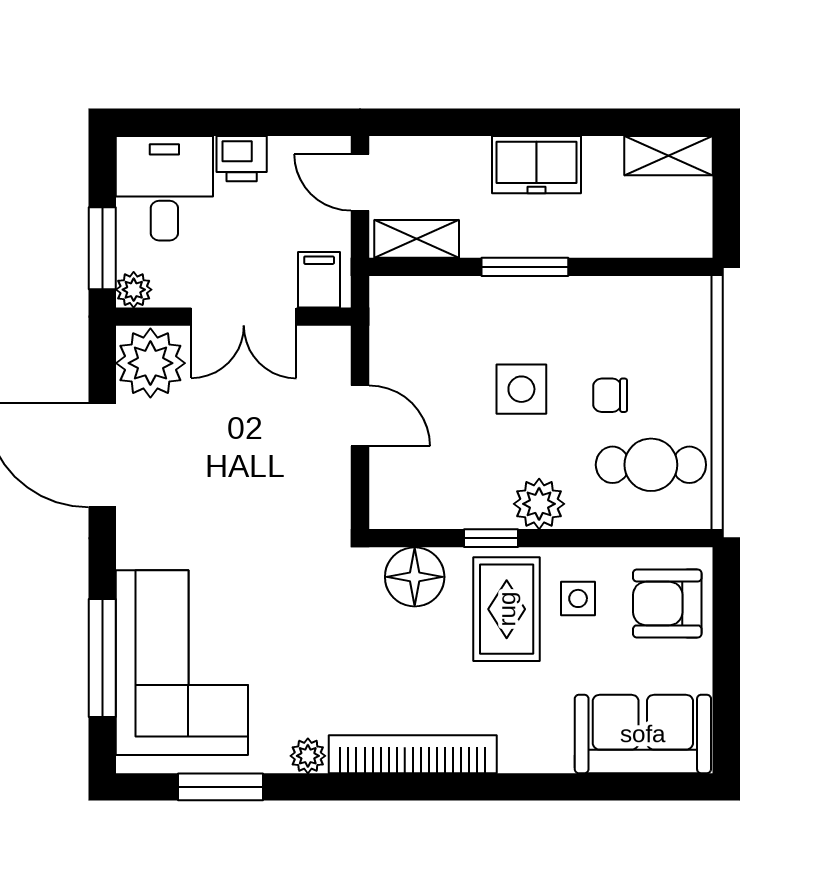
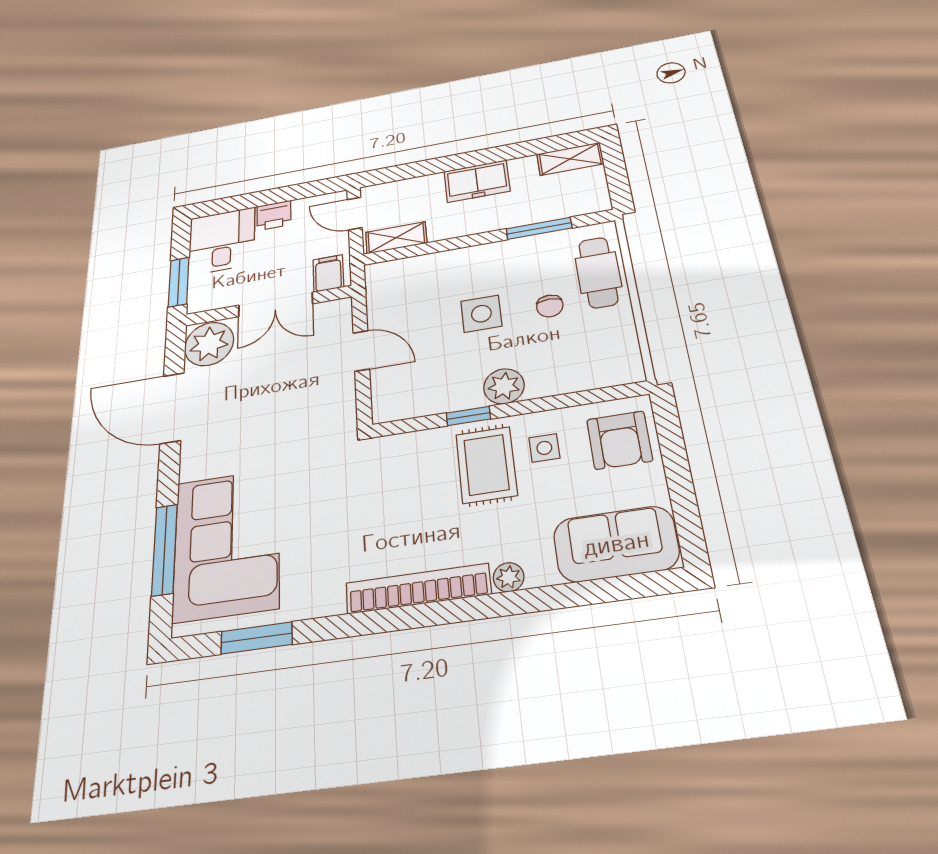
window: (525, 267) -> (539, 228), moved
plant: (134, 290) -> (199, 302), removed
chair: (610, 395) -> (550, 306), turned -90
cafe table: (651, 465) -> (598, 272), moved, turned 90
floor lamp: (415, 577) -> (410, 453), removed
armchair: (667, 603) -> (619, 440), turned -90
plant: (308, 756) -> (509, 577), moved

